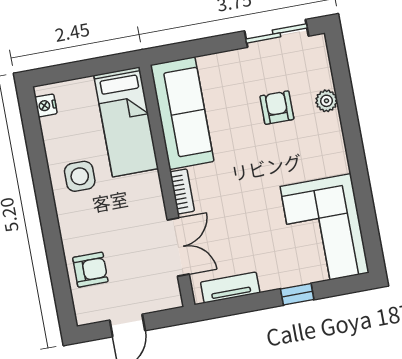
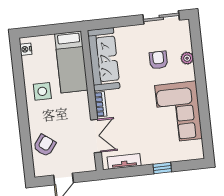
corner sofa: (325, 230) -> (179, 112), moved
armchair: (90, 270) -> (45, 145), turned -53

